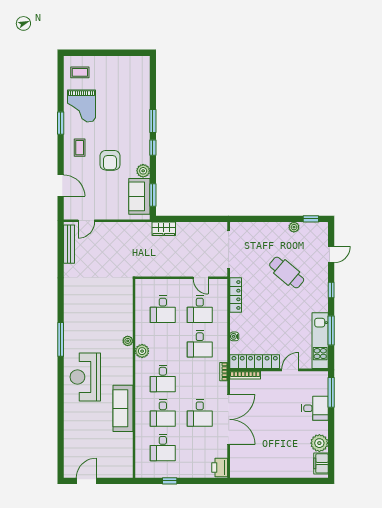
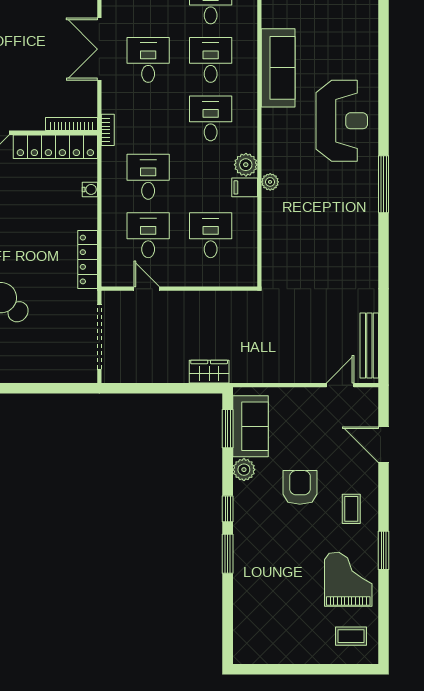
filing cabinet: (143, 338) -> (245, 187), added
double door: (229, 419) -> (99, 49), width x0.73

